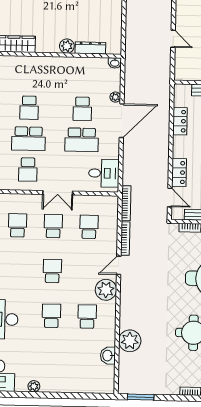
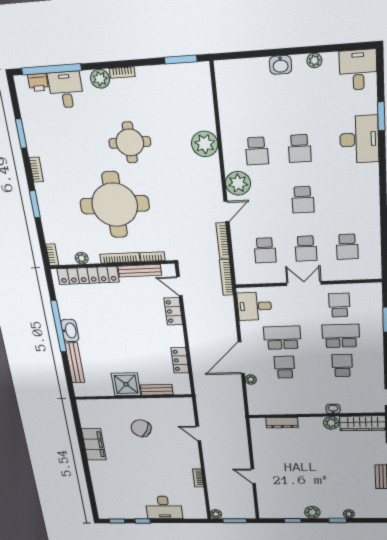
plant: (67, 46) -> (331, 423), moved
washbasin: (115, 63) -> (333, 409), moved
plant: (130, 341) -> (205, 144), moved
washbasin: (108, 356) -> (280, 65), moved, turned 90

